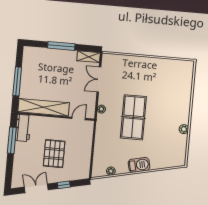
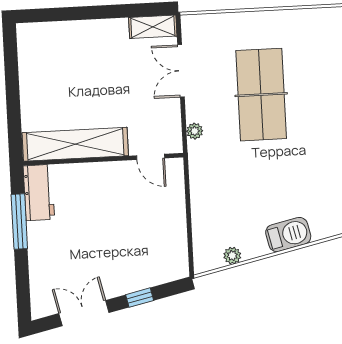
window: (61, 46) -> (94, 13), removed
window: (17, 81) -> (13, 98), removed
table tennis table: (133, 117) -> (261, 95), moved
door: (79, 118) -> (151, 157), swing flipped
pallet: (54, 154) -> (110, 236), removed

